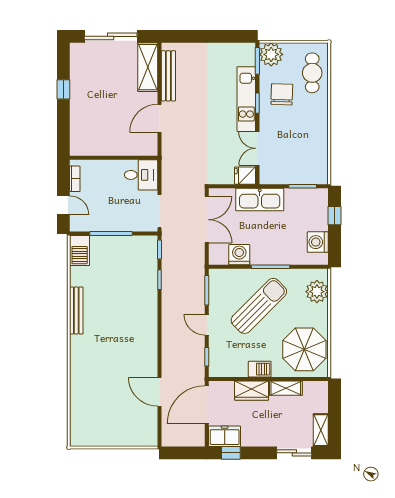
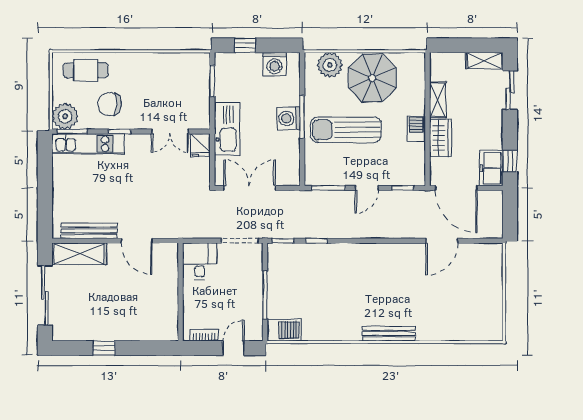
kitchen unit: (246, 99) -> (88, 144), moved
washing machine: (239, 255) -> (289, 118), moved
sun lounger: (259, 306) -> (346, 130), turned -45
bench: (76, 311) -> (389, 334), moved
parasol: (304, 349) -> (372, 78), moved

